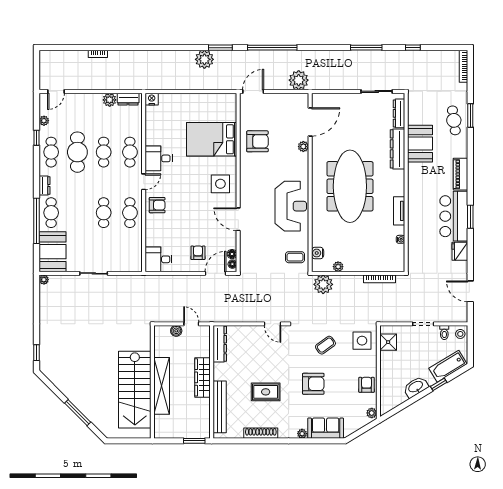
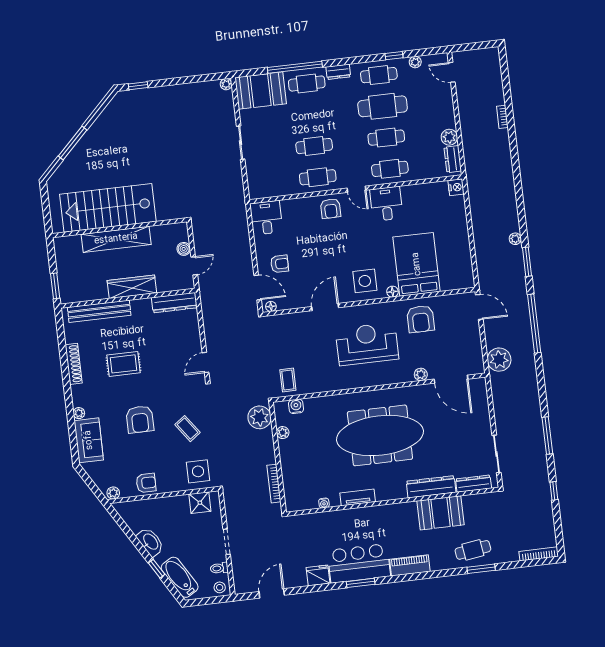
plant: (204, 59) -> (515, 239), width x0.53, depth x0.53
reception desk: (291, 206) -> (367, 344), moved, turned 180
floor lamp: (232, 254) -> (392, 292), moved
rug: (266, 392) -> (123, 364), turned 90

